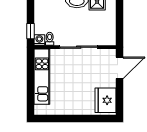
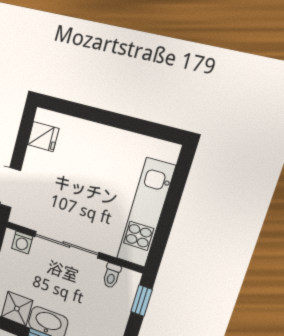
washing machine: (39, 40) -> (22, 242), moved
fridge: (105, 100) -> (43, 137), width x0.53, depth x0.75

